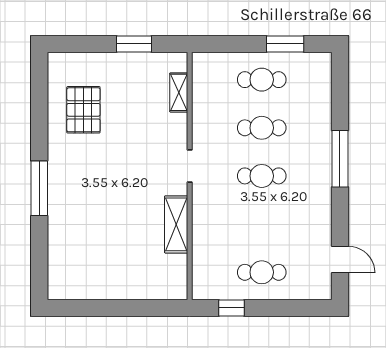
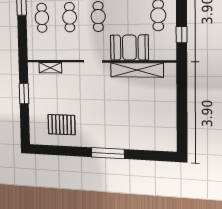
shelving: (176, 224) -> (137, 70), width x1.47
booth: (212, 226) -> (129, 48), added

